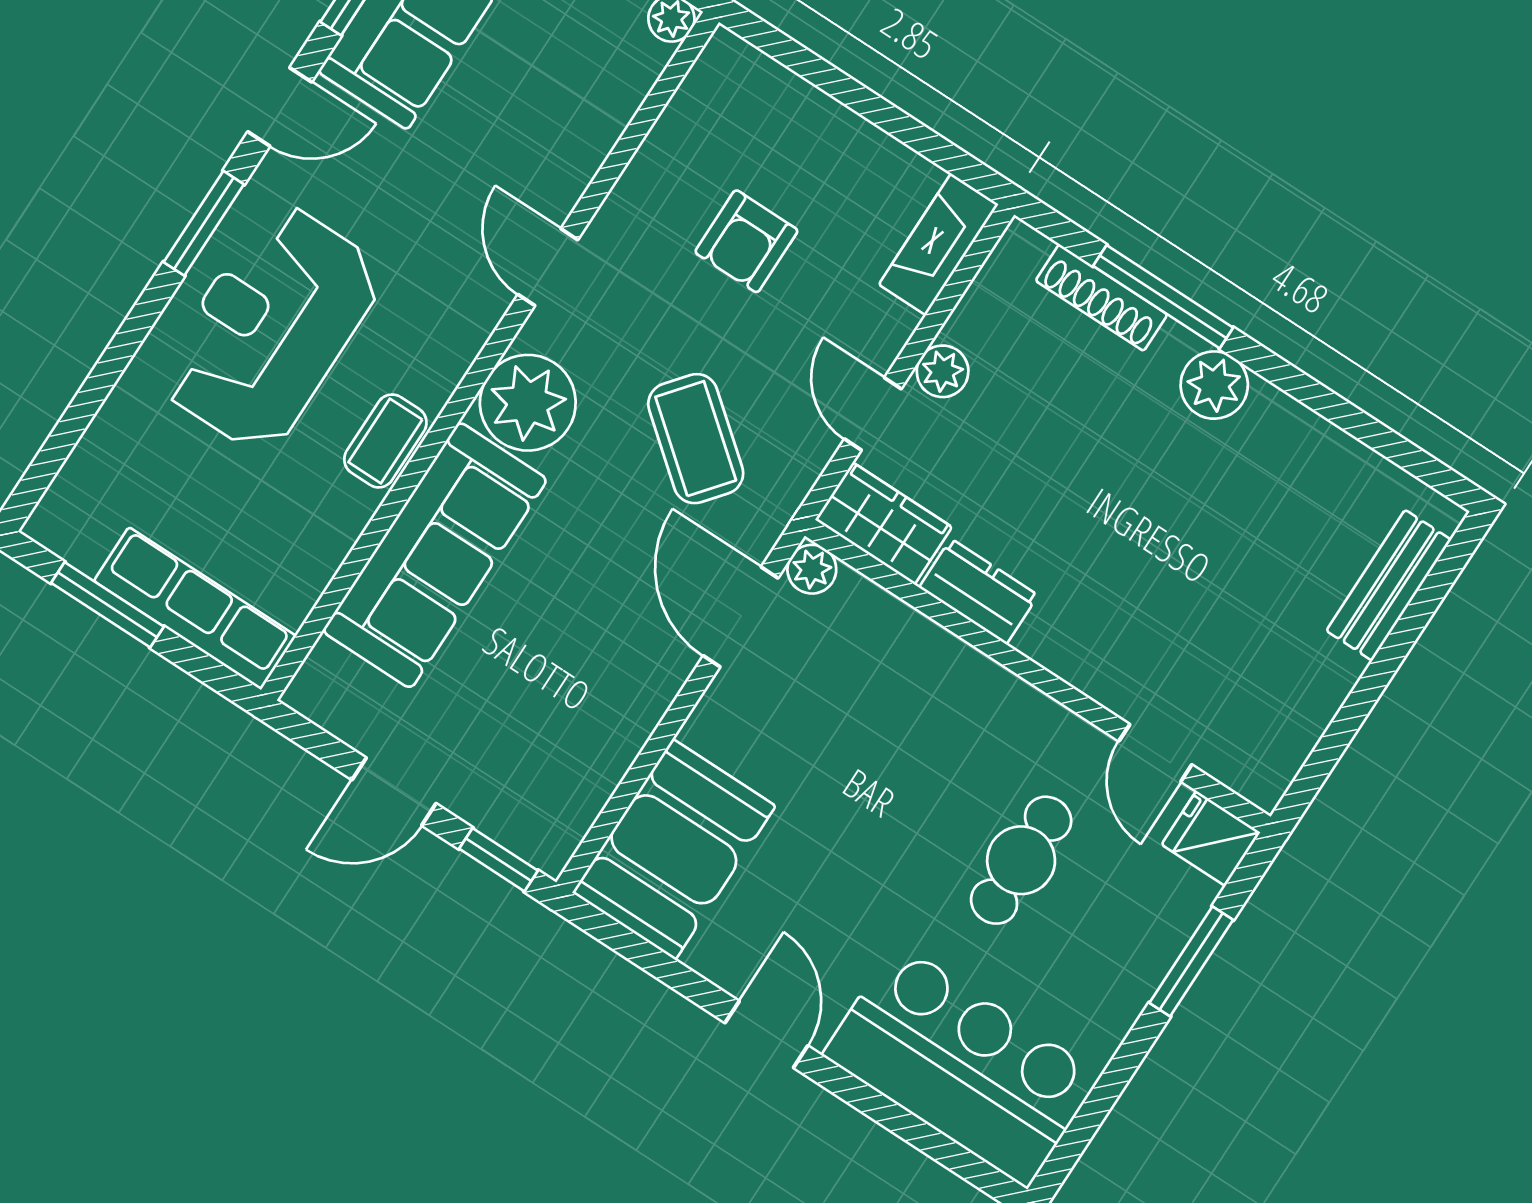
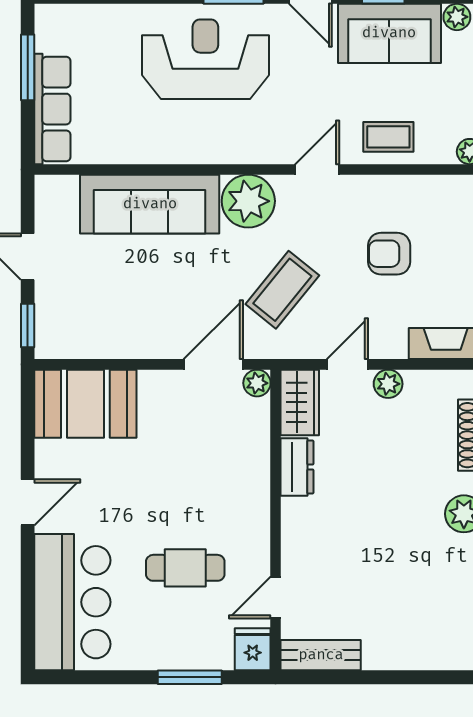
coffee table: (385, 441) -> (388, 137), moved
bench: (1389, 585) -> (321, 655), moved

